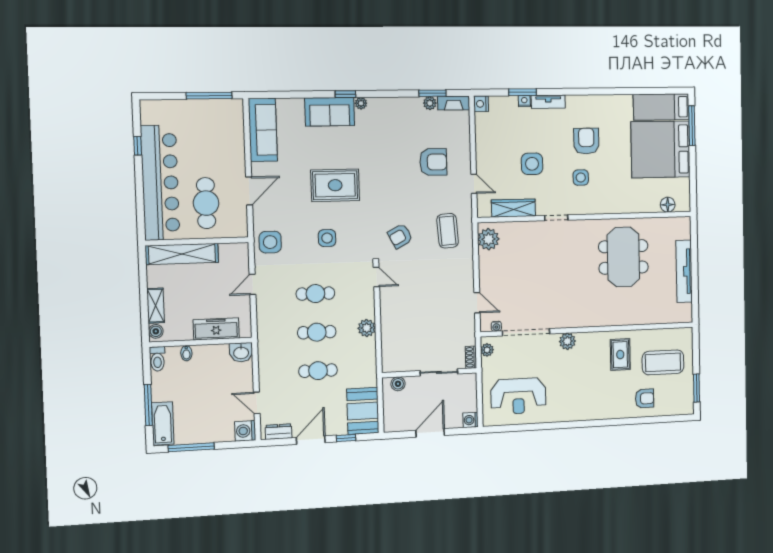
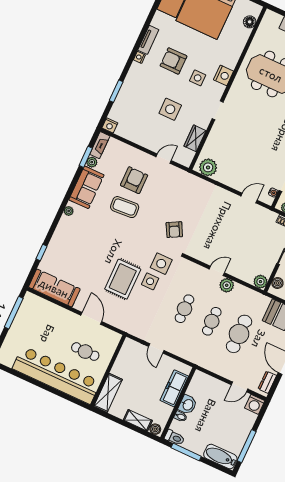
window: (345, 94) -> (42, 252), moved
nightstand: (524, 101) -> (139, 57), moved
tv unit: (548, 102) -> (148, 40), moved
sofa: (330, 112) -> (86, 187), moved
window: (138, 146) -> (25, 377), removed
rug: (335, 185) -> (123, 279), moved
cafe table: (206, 203) -> (85, 352), width x0.73, depth x0.74
nightstand: (597, 205) -> (224, 75), added
wardrobe: (513, 208) -> (195, 138), width x0.67
coffee table: (448, 231) -> (125, 207), moved
side table: (270, 242) -> (161, 264), moved
shelving: (182, 254) -> (108, 393), width x0.68
door: (376, 277) -> (217, 271), moved
washbasin: (241, 352) -> (188, 405), moved
plant: (390, 364) -> (260, 282), added
cafe table: (318, 371) -> (239, 334), width x1.37, depth x1.35
window: (148, 405) -> (186, 452), moved

